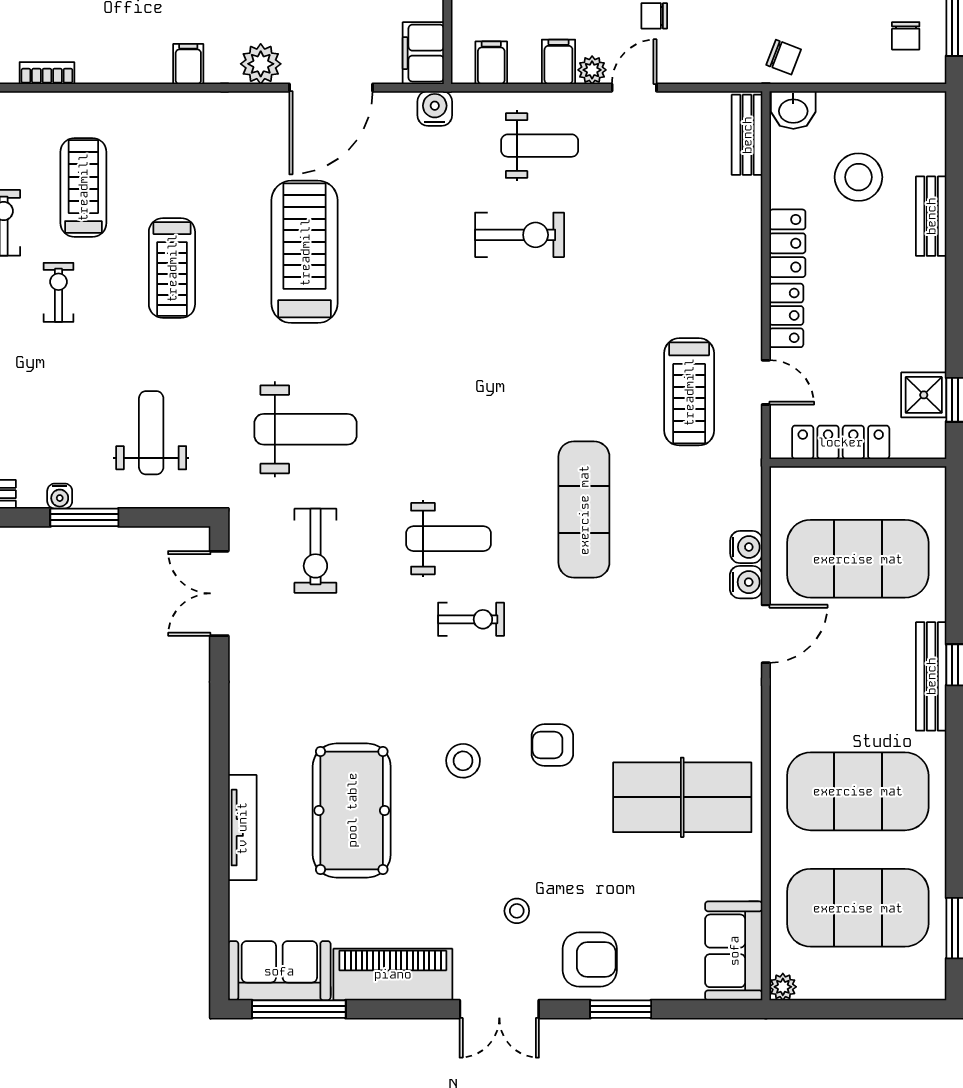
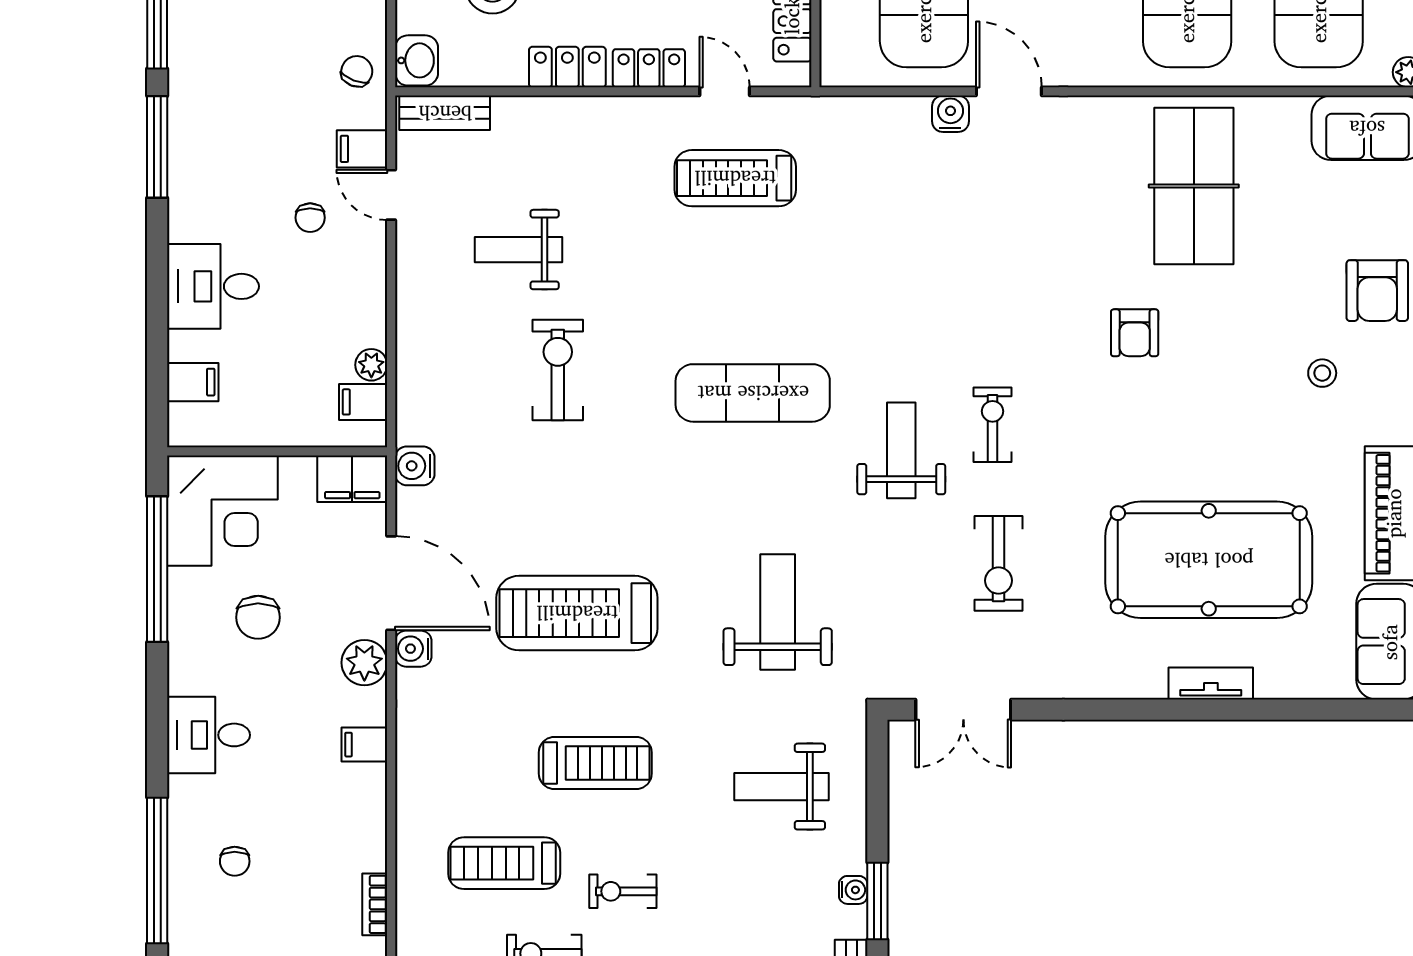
filing cabinet: (558, 62) -> (362, 149), moved
plant: (592, 70) -> (371, 365), moved
door: (634, 88) -> (391, 195), moved
weight bench: (540, 146) -> (518, 250), moved, turned -90
door: (766, 382) -> (725, 91), hinge flipped
treadmill: (689, 392) -> (735, 178), turned 180
exercise mat: (584, 510) -> (753, 393), moved
window: (84, 517) -> (877, 901), moved
water cooler: (746, 547) -> (413, 649), moved, turned -90
exercise bike: (315, 551) -> (999, 563), moved, turned 90
stool: (463, 761) -> (1153, 434), removed
pool table: (352, 810) -> (1209, 560), width x1.36, depth x1.32
tv unit: (242, 828) -> (1211, 683), width x0.71
armchair: (590, 960) -> (1377, 291), turned 180

